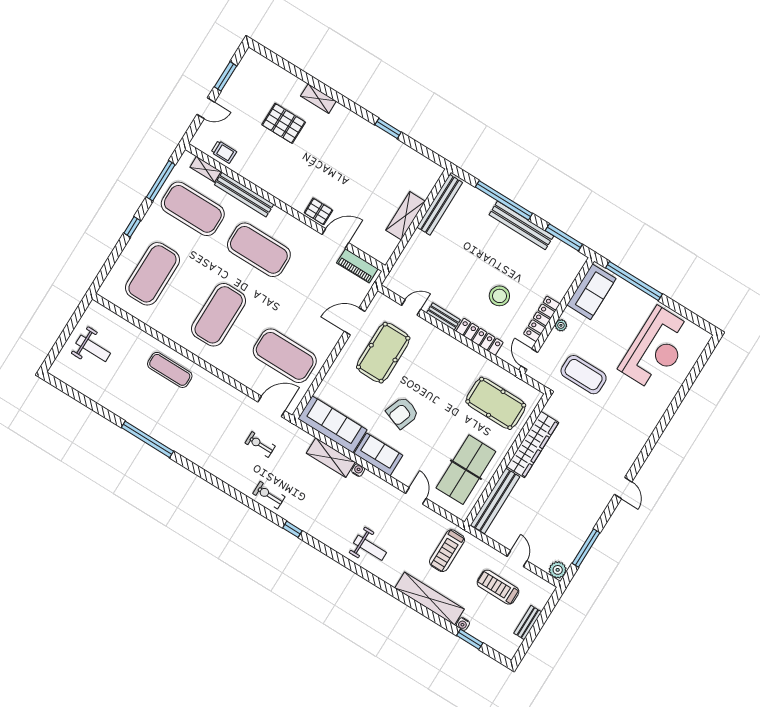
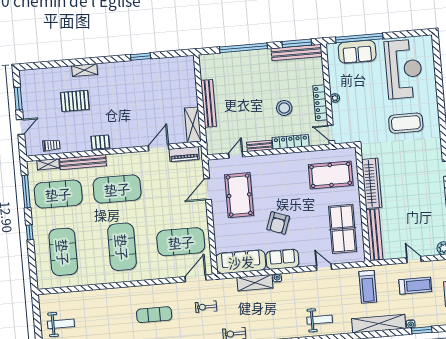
bench: (440, 205) -> (209, 103), moved
pallet: (318, 211) -> (100, 142), moved
shelving: (406, 216) -> (193, 125), moved
bench: (521, 225) -> (297, 53), moved
sofa: (591, 292) -> (357, 52), moved, turned 90
exercise mat: (170, 370) -> (154, 315), moved
coffee table: (584, 375) -> (406, 123), moved
treadmill: (498, 587) -> (415, 286), turned 180

